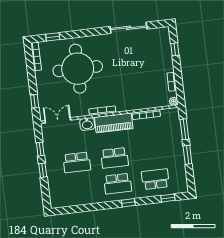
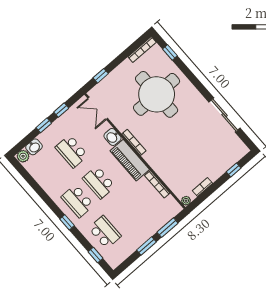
double door: (58, 120) -> (98, 108), swing flipped
washbasin: (54, 189) -> (34, 147), added
plant: (55, 202) -> (23, 156), added

